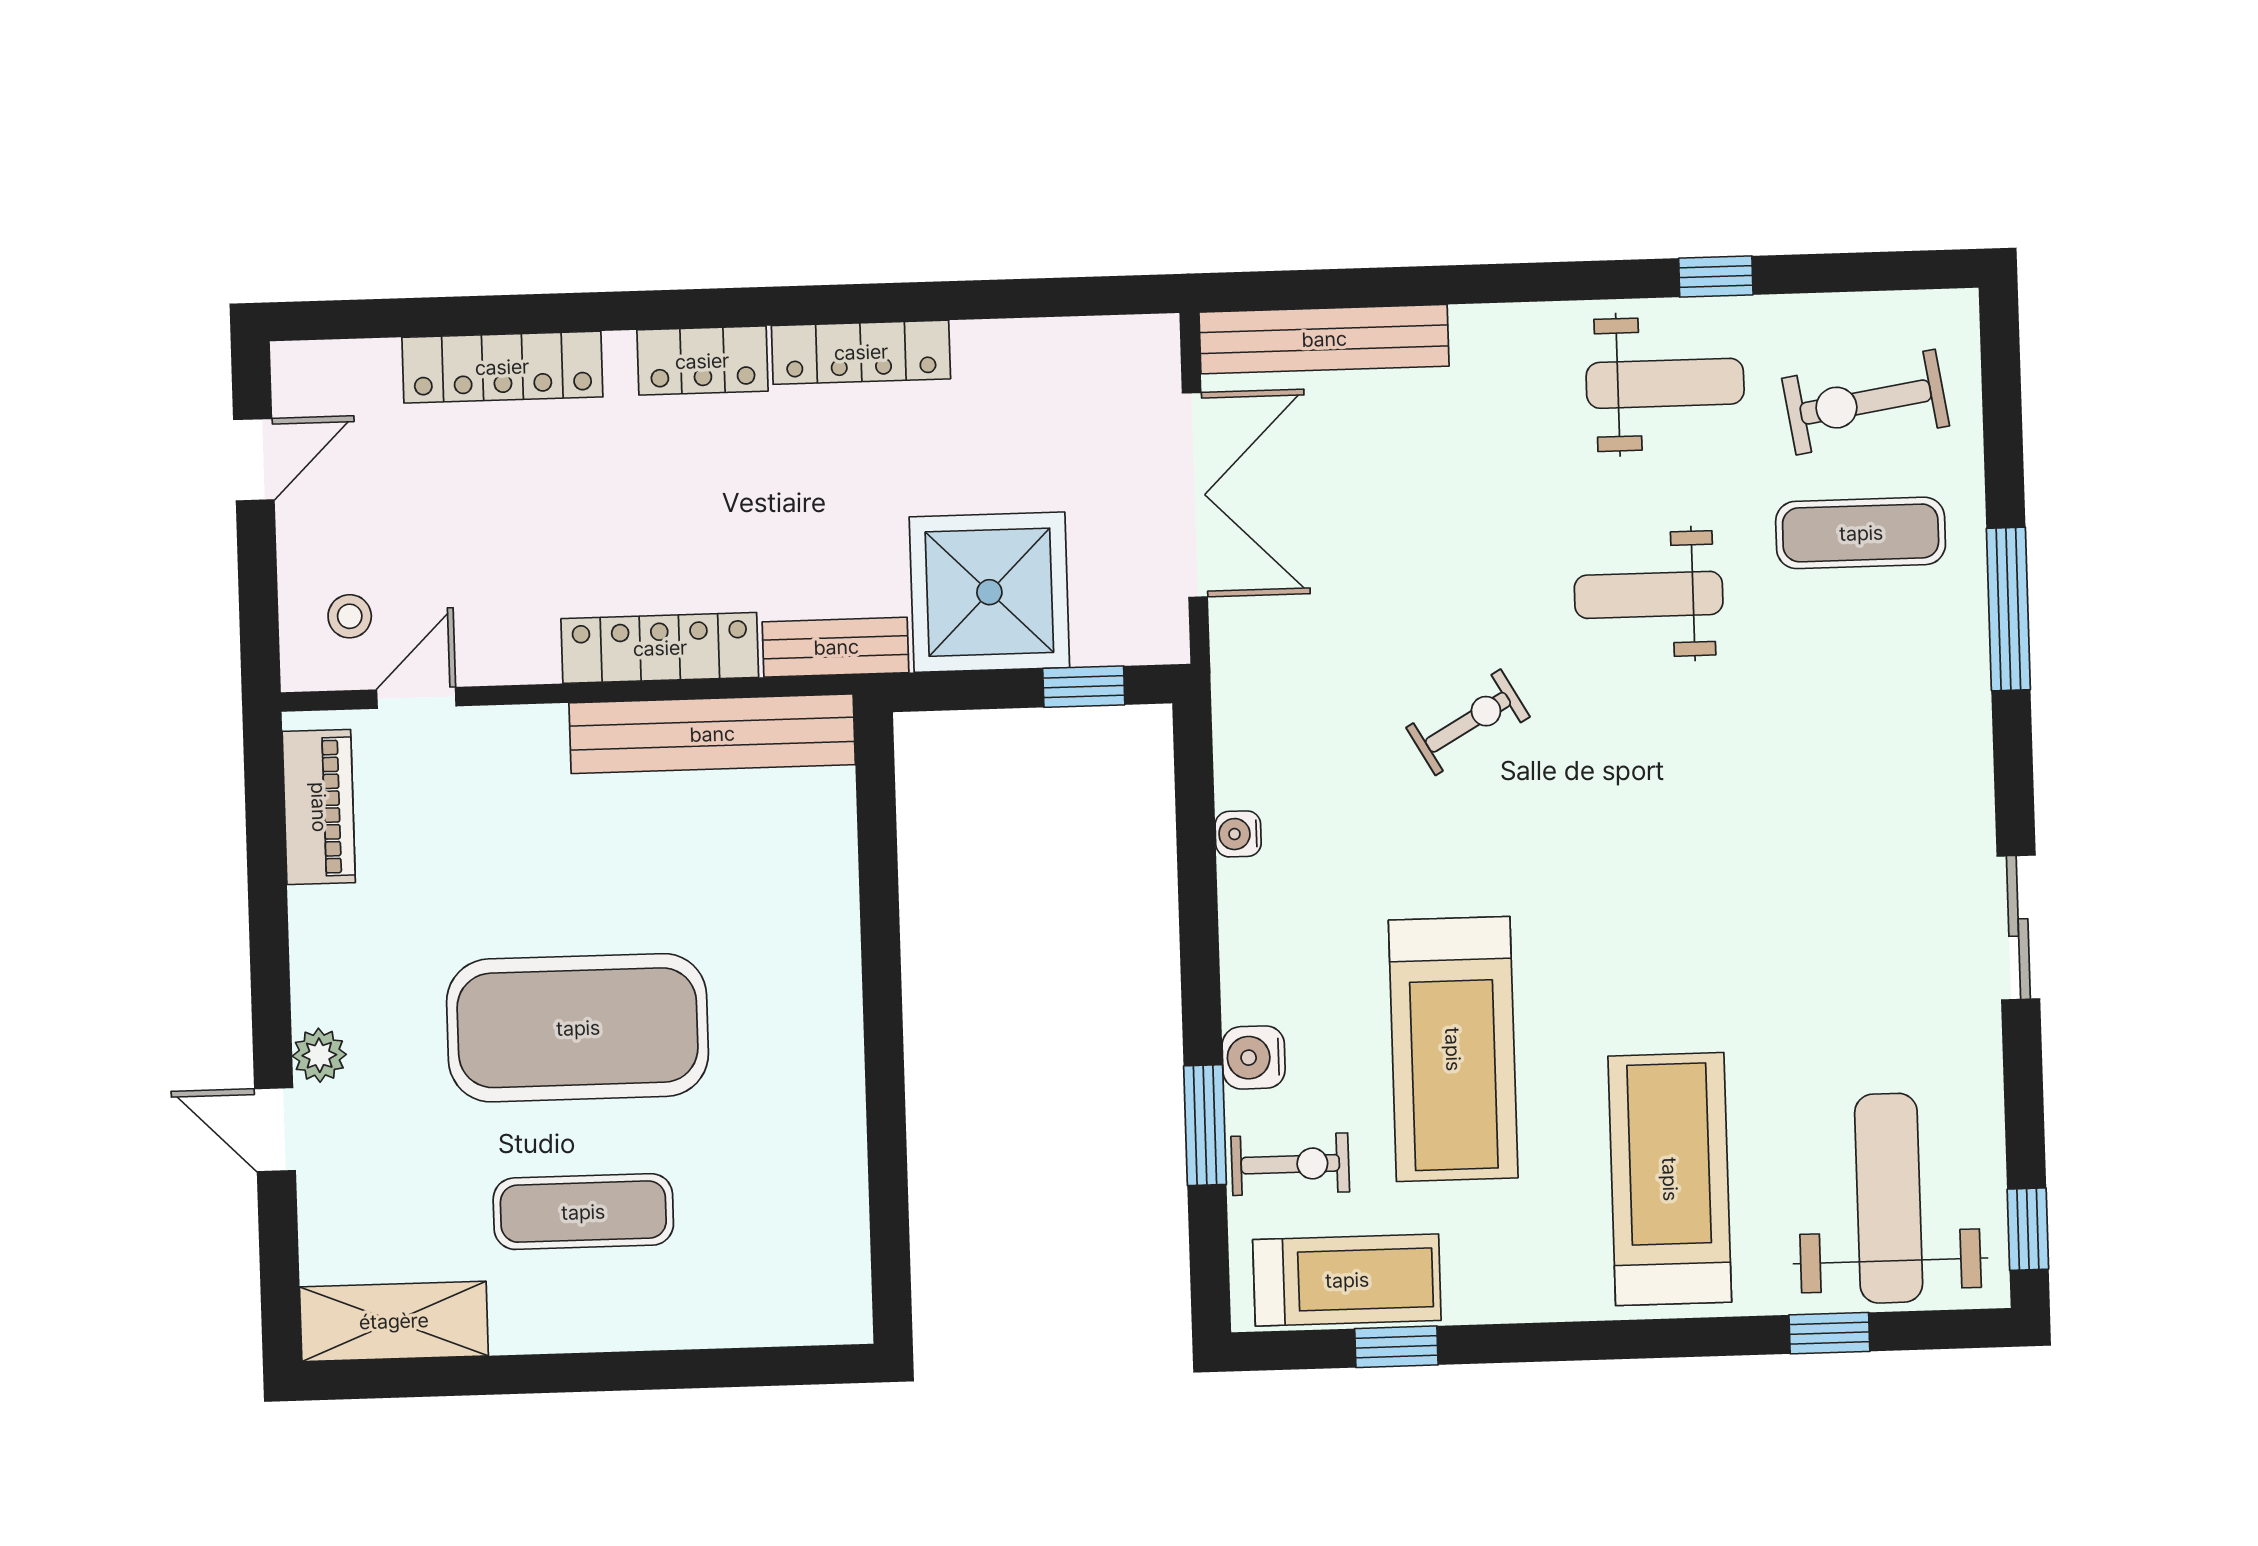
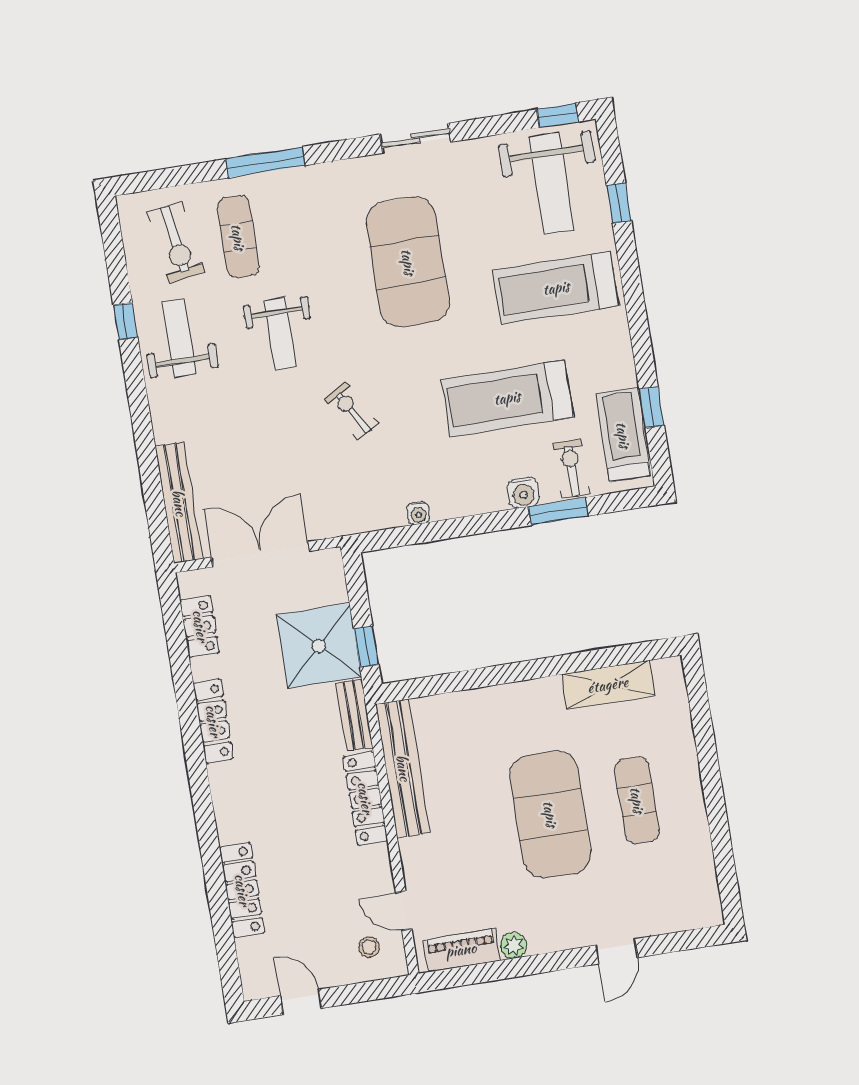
locker: (702, 361) -> (200, 626), moved
window: (1084, 687) -> (366, 647), moved
exercise mat: (1763, 879) -> (408, 262), added
treadmill: (1453, 1049) -> (507, 398), turned 180
plant: (319, 1055) -> (513, 945), moved
weight bench: (1889, 1198) -> (551, 183), turned -90
shelving: (394, 1321) -> (608, 685), moved, turned 90

